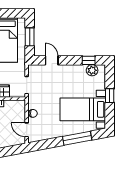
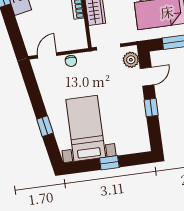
window: (89, 60) -> (151, 108), moved
plant: (92, 70) -> (131, 60), moved
window: (77, 138) -> (45, 126), width x0.46

